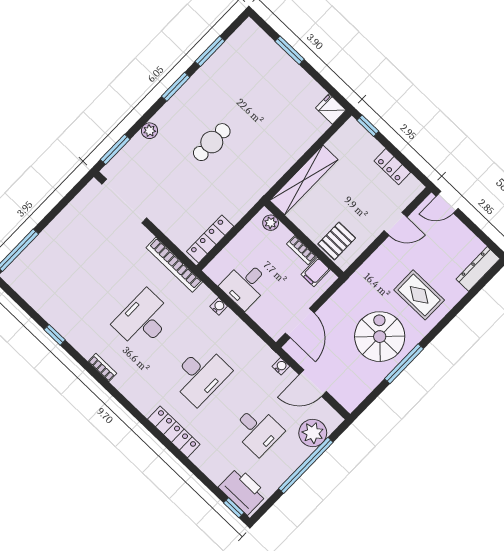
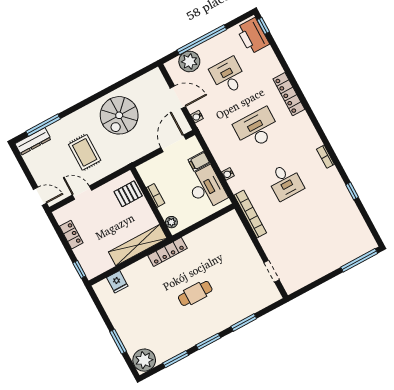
fridge: (331, 109) -> (117, 282), moved
plant: (149, 131) -> (144, 360), moved, width x1.87, depth x1.87
window: (115, 149) -> (244, 322), moved
doorway: (124, 201) -> (272, 271), width x0.53
locker: (210, 239) -> (167, 252), moved
filing cabinet: (316, 272) -> (199, 161), moved, turned 180
desk: (245, 285) -> (206, 188), width x1.37
rug: (419, 295) -> (85, 152), moved
desk: (143, 320) -> (285, 182), width x0.73
window: (404, 364) -> (43, 125), moved

